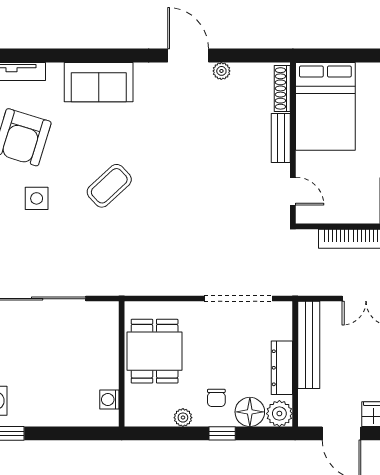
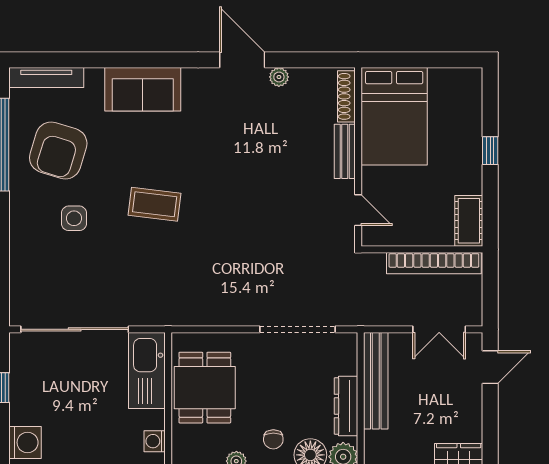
coffee table: (109, 186) -> (155, 204), turned 50
kitchen sink: (102, 336) -> (147, 370), added

